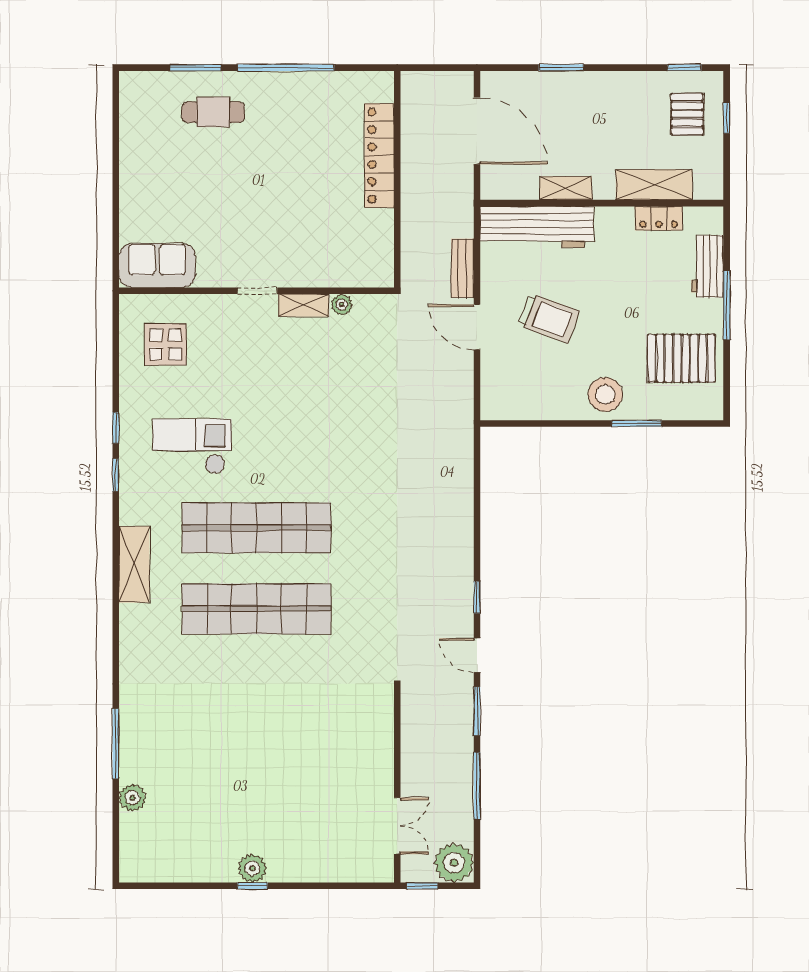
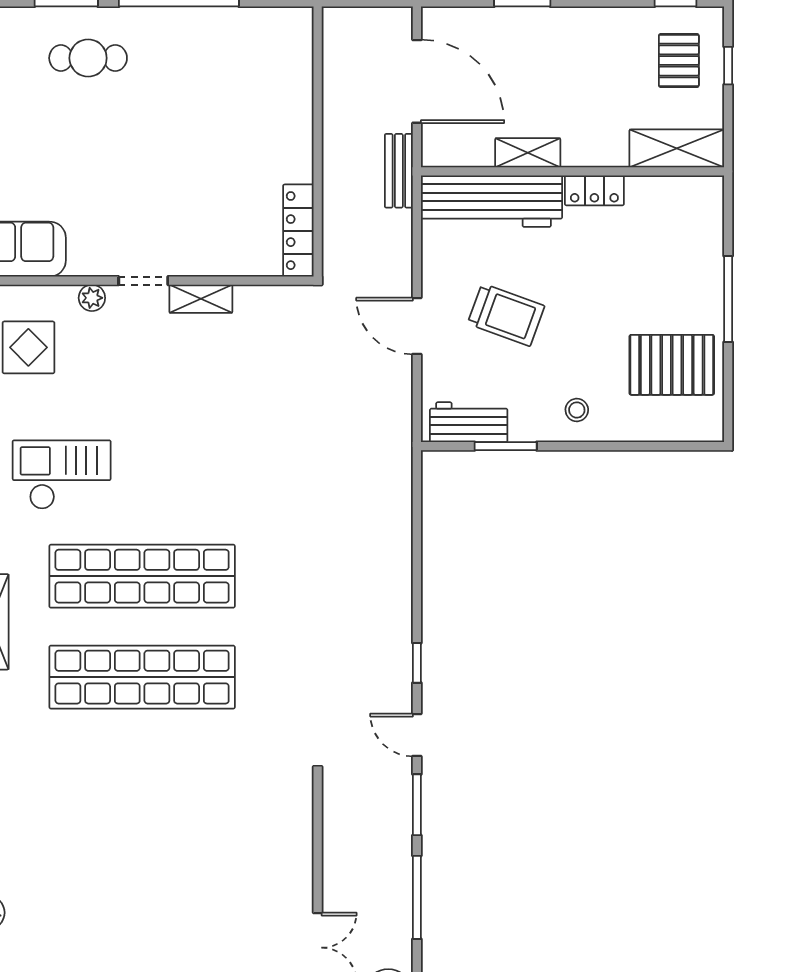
locker: (379, 156) -> (298, 231), moved, width x0.71, depth x0.83
shelving: (654, 185) -> (677, 148), moved
locker: (659, 218) -> (594, 190), moved
workbench: (707, 266) -> (469, 422), moved, turned 90
bench: (462, 268) -> (399, 171), moved
plant: (342, 305) -> (92, 298), moved
stool: (605, 394) -> (577, 410), width x0.53, depth x0.53
window: (637, 424) -> (506, 446), moved

